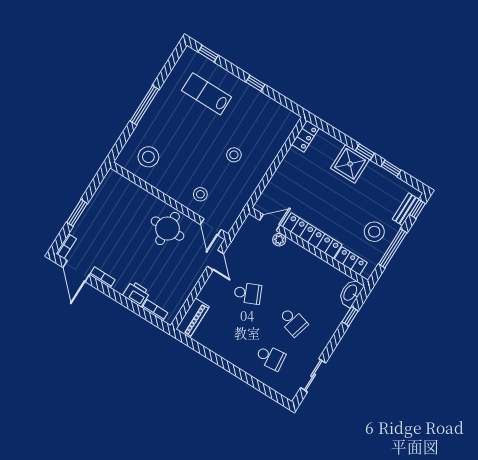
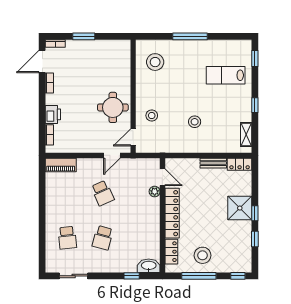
lab bench: (207, 94) -> (226, 75), turned -90
shelving: (280, 111) -> (246, 134), added
bench: (406, 209) -> (213, 163), moved

